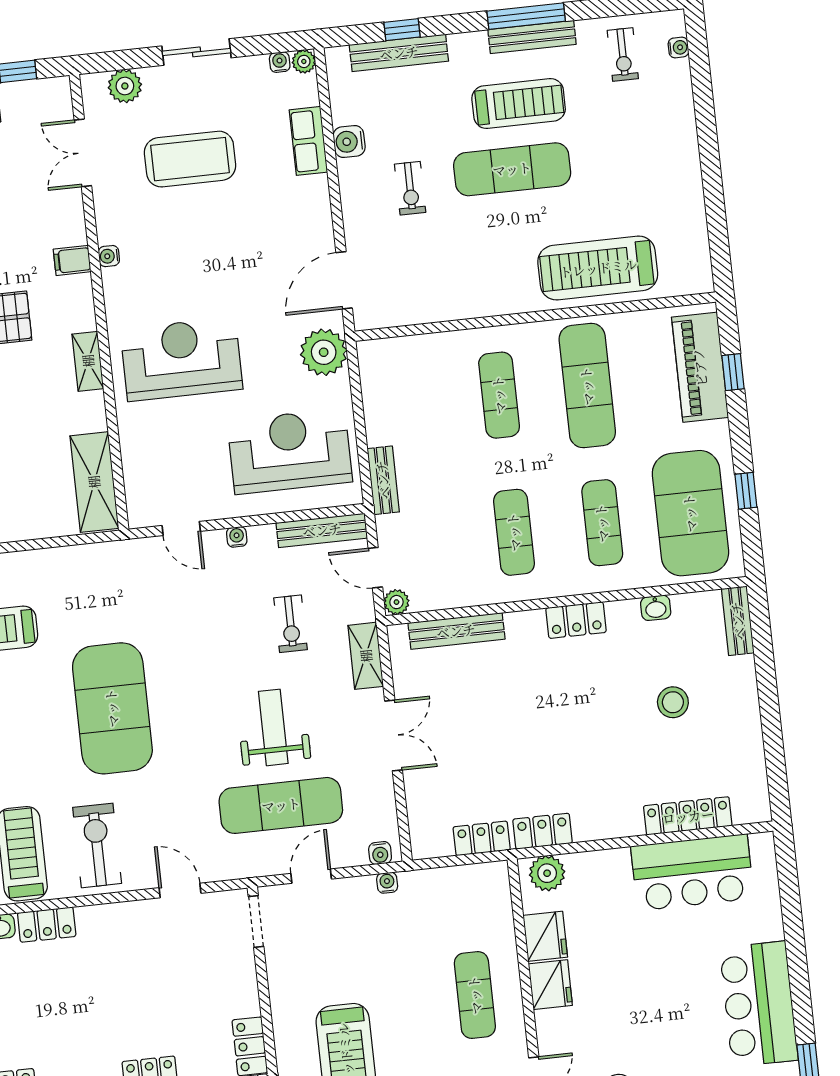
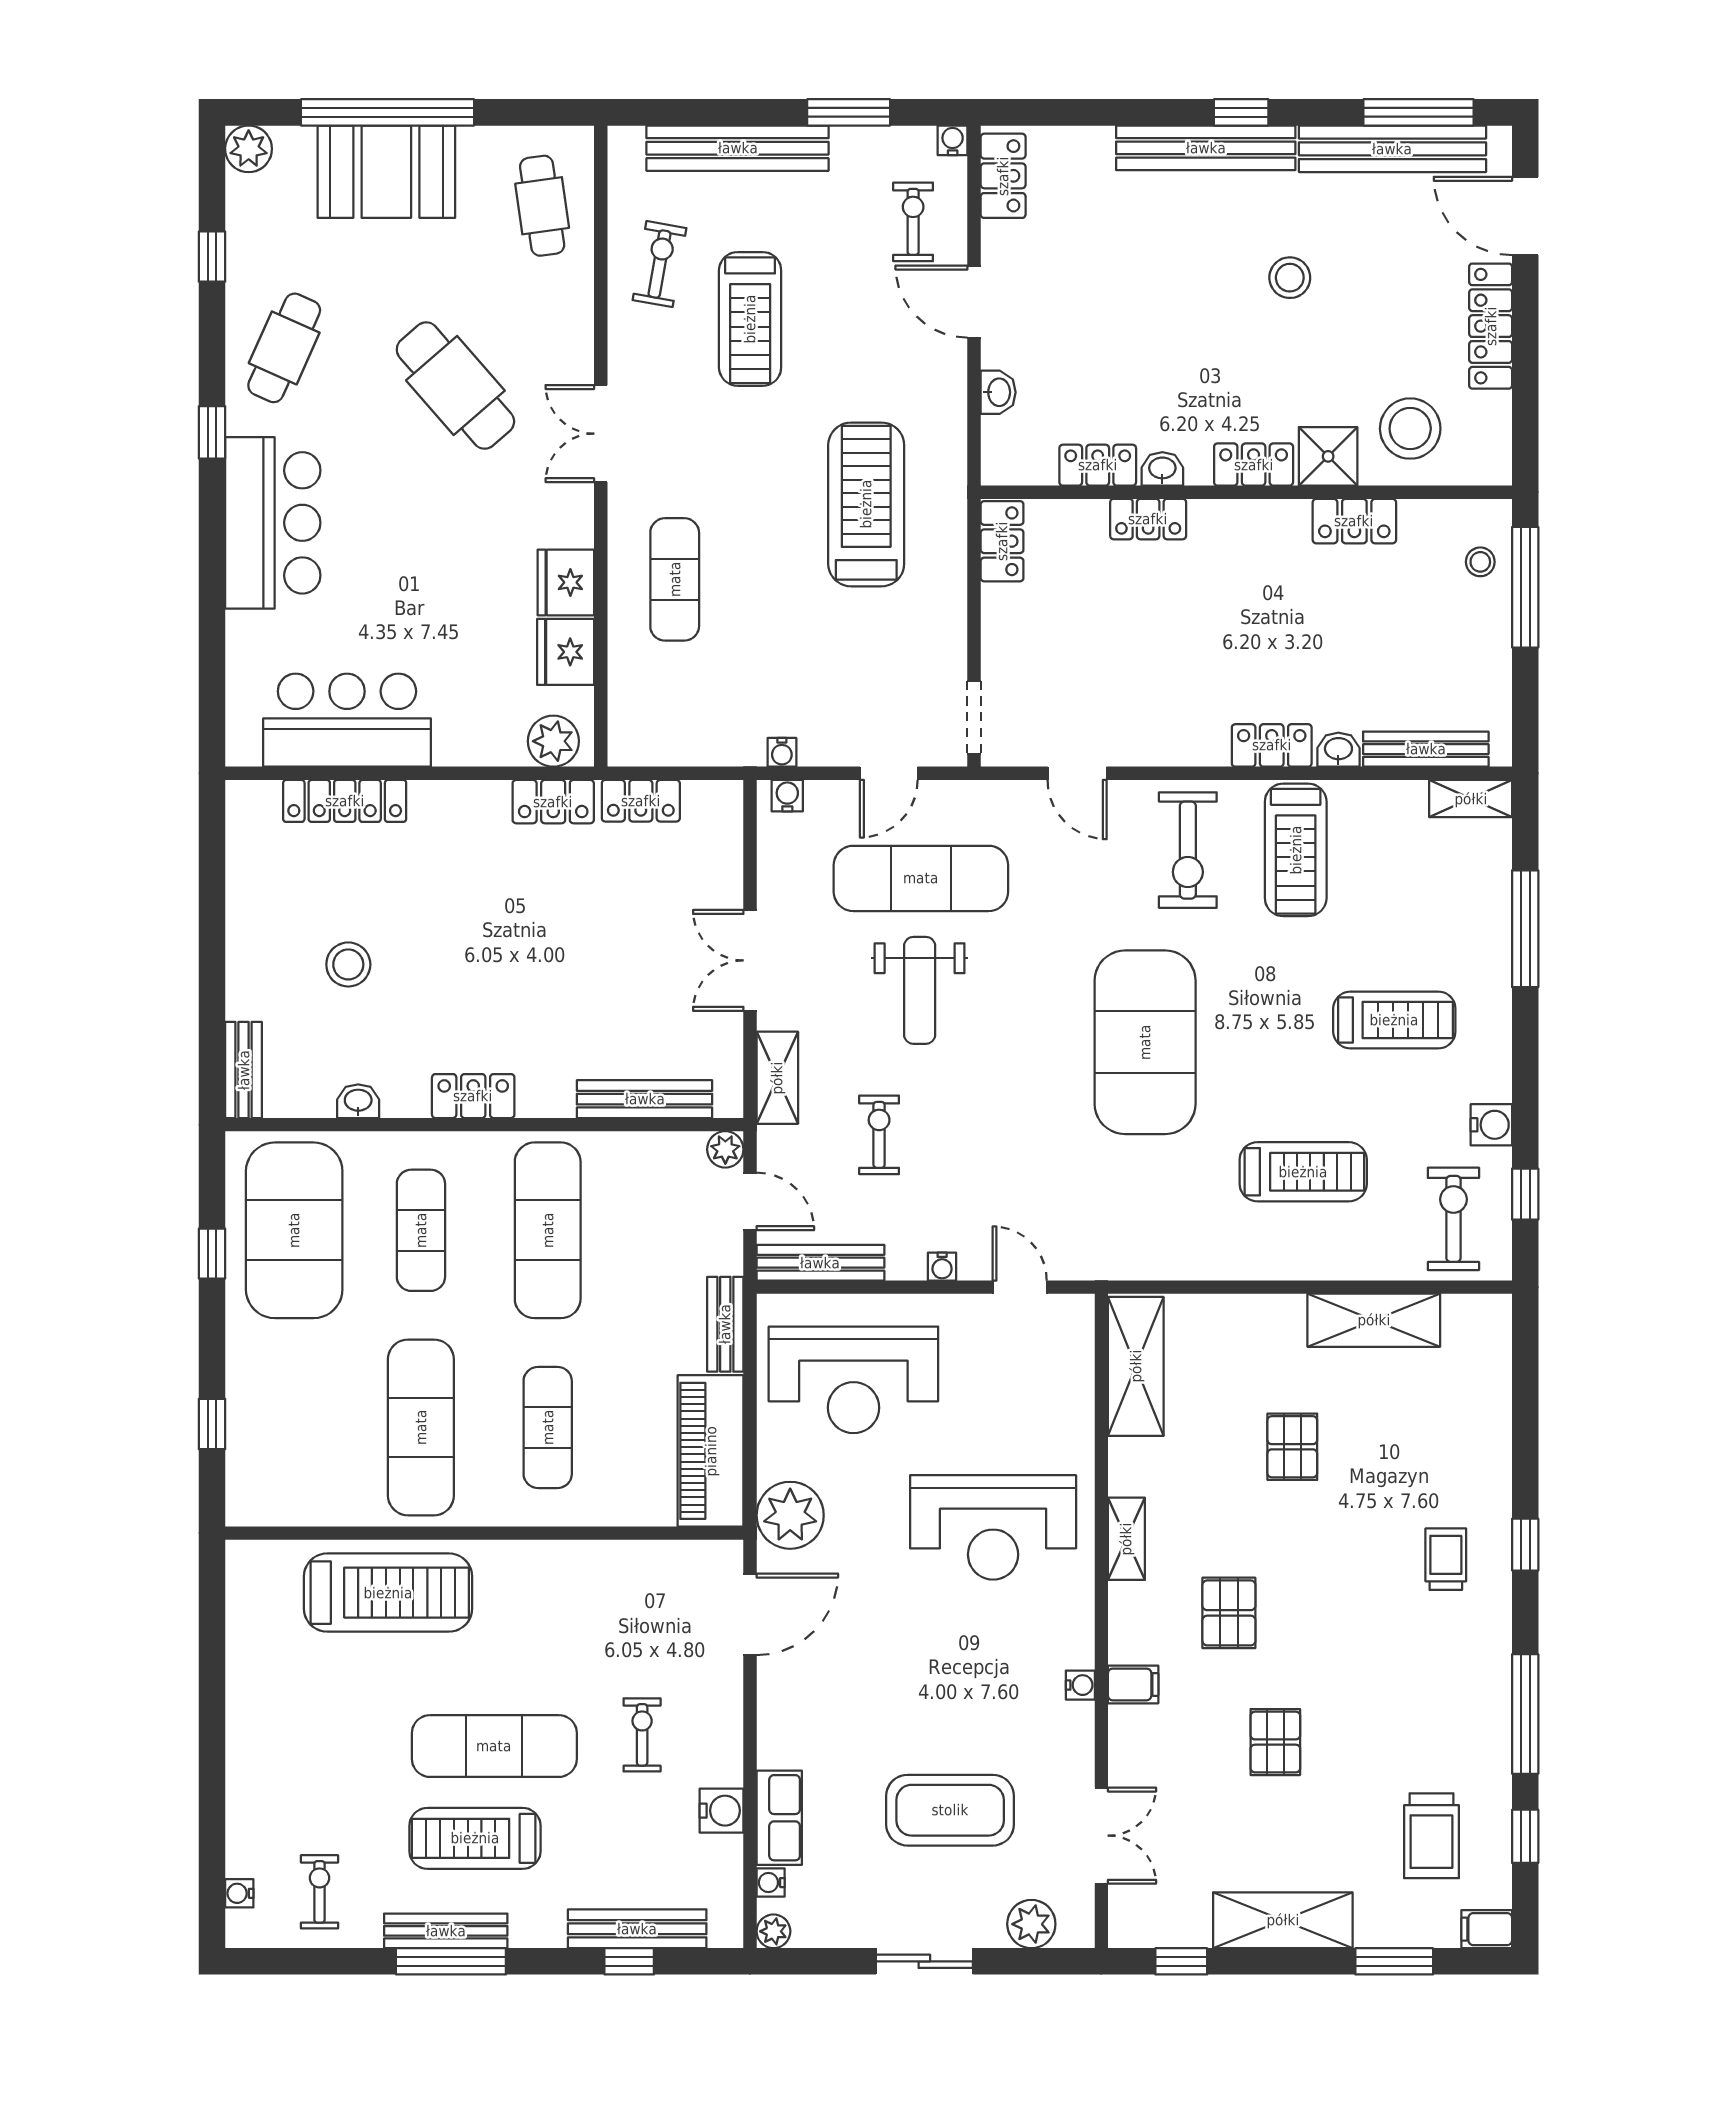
water cooler: (280, 62) -> (771, 1883), moved, turned 90
piano: (700, 367) -> (711, 1451), moved, turned 180
exercise mat: (514, 532) -> (548, 1230), width x1.36, depth x1.45

